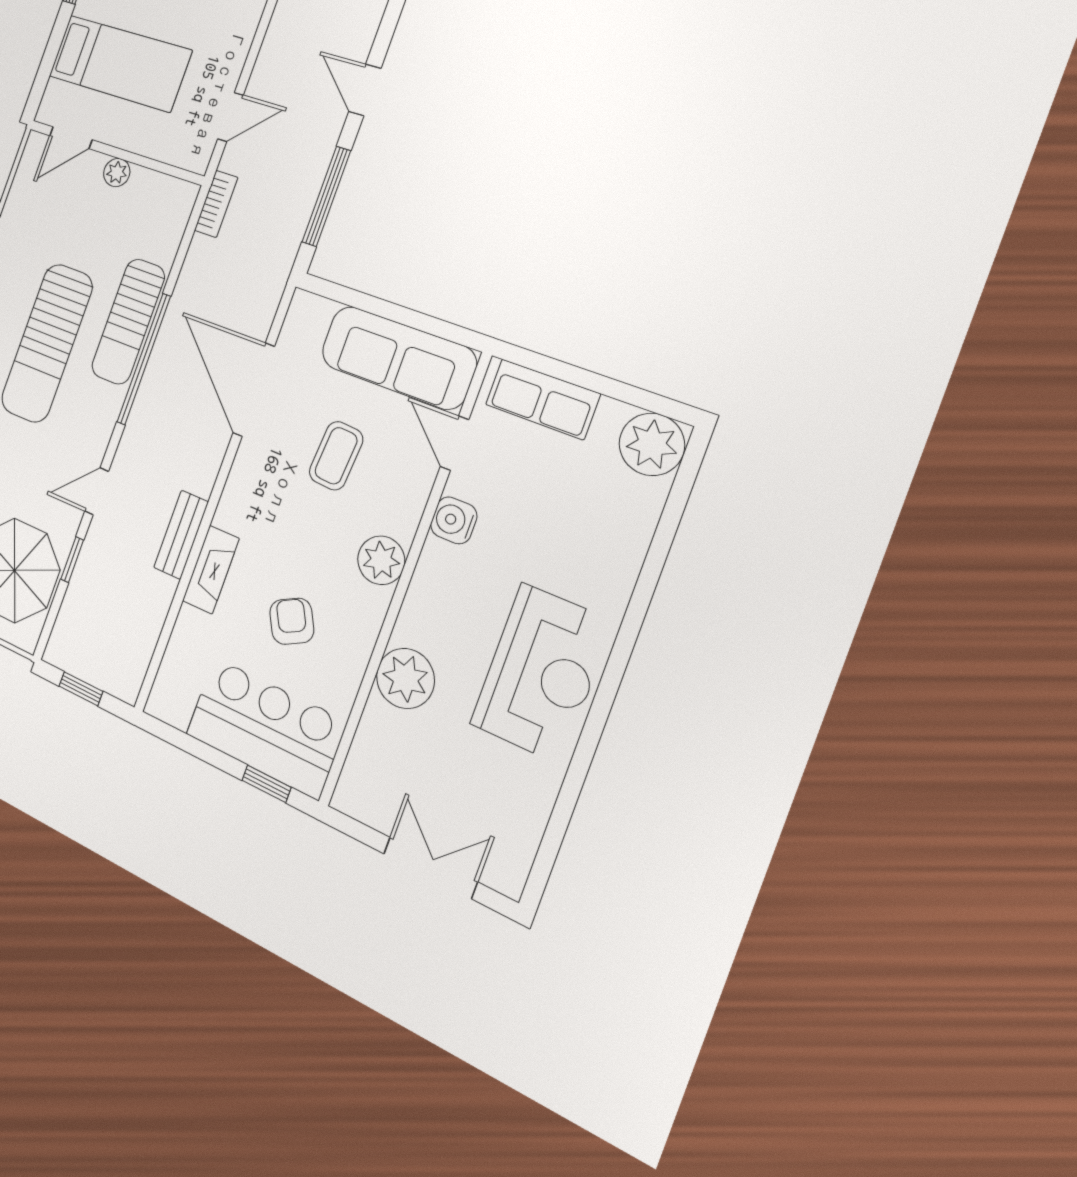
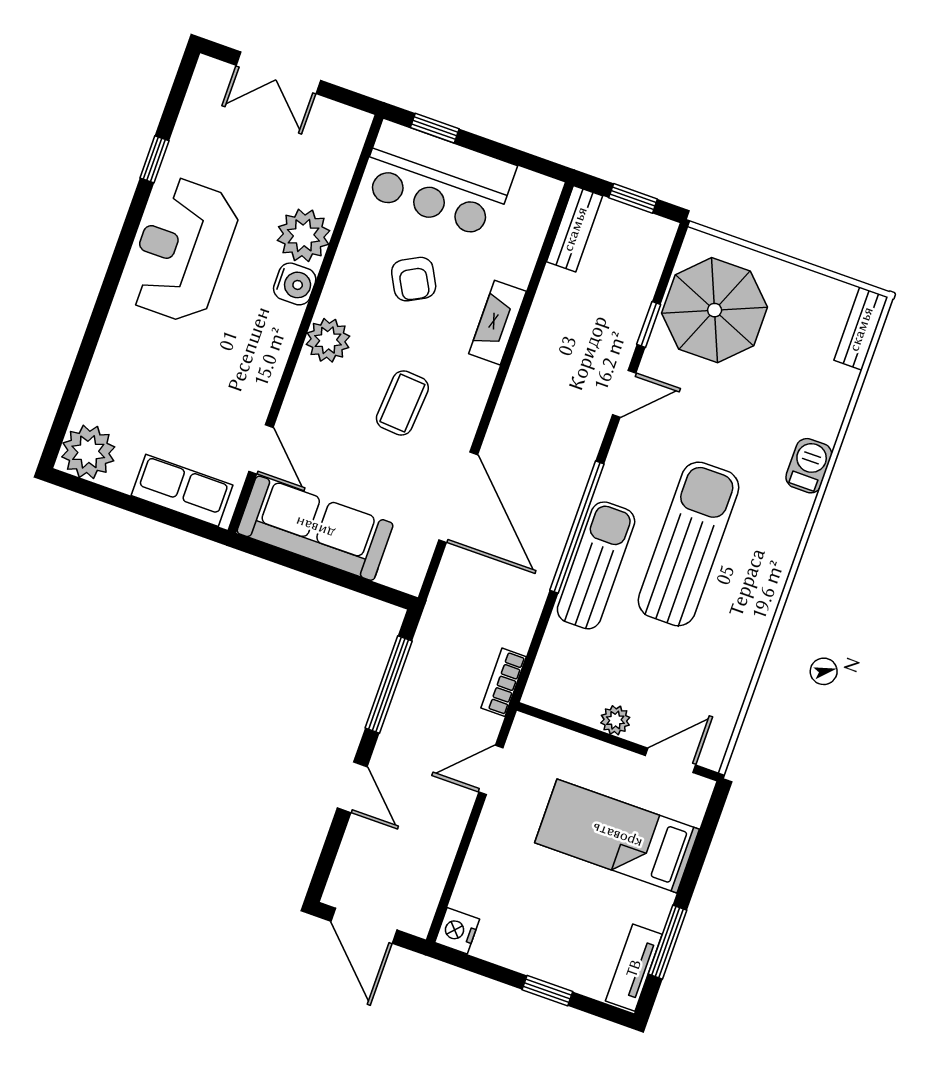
coffee table: (336, 456) -> (402, 403), moved
water cooler: (454, 520) -> (295, 284), moved
bench: (181, 535) -> (575, 229), moved
window: (573, 783) -> (154, 159), added

